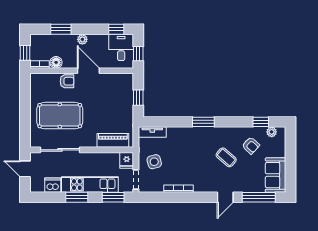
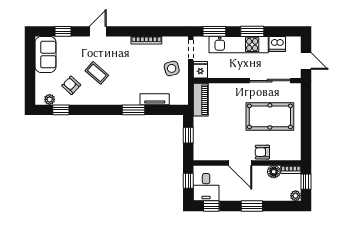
window: (61, 29) -> (252, 206), moved
plant: (82, 39) -> (296, 196), moved
window: (203, 122) -> (133, 110), moved
tv unit: (152, 132) -> (155, 99), moved
piano: (113, 140) -> (201, 100), moved, turned -90
window: (259, 197) -> (63, 31), width x0.46

